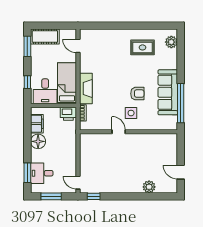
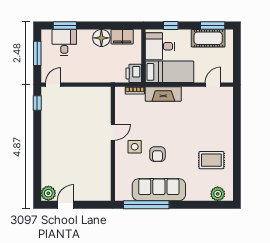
cot: (45, 37) -> (208, 38), moved, turned 90
rug: (142, 47) -> (211, 160), turned 90
plant: (149, 187) -> (48, 193), moved

